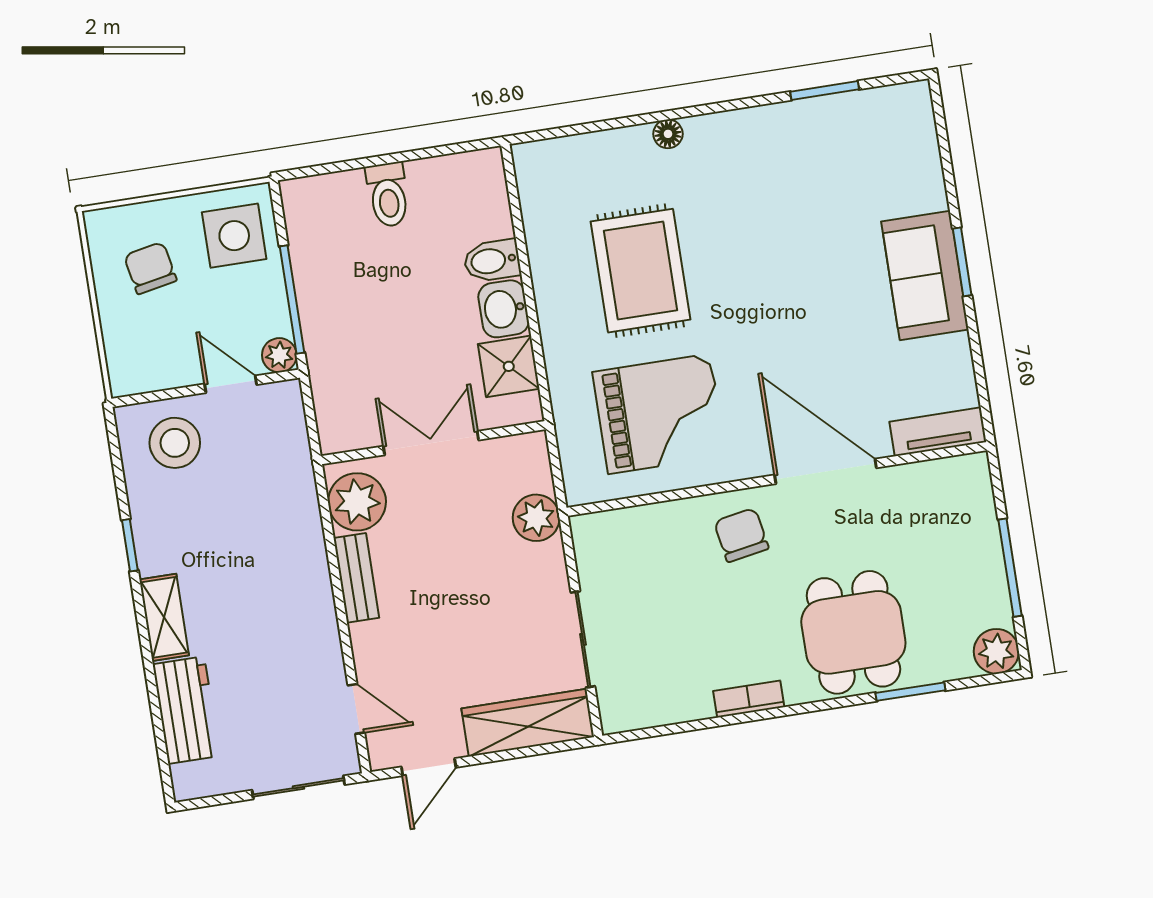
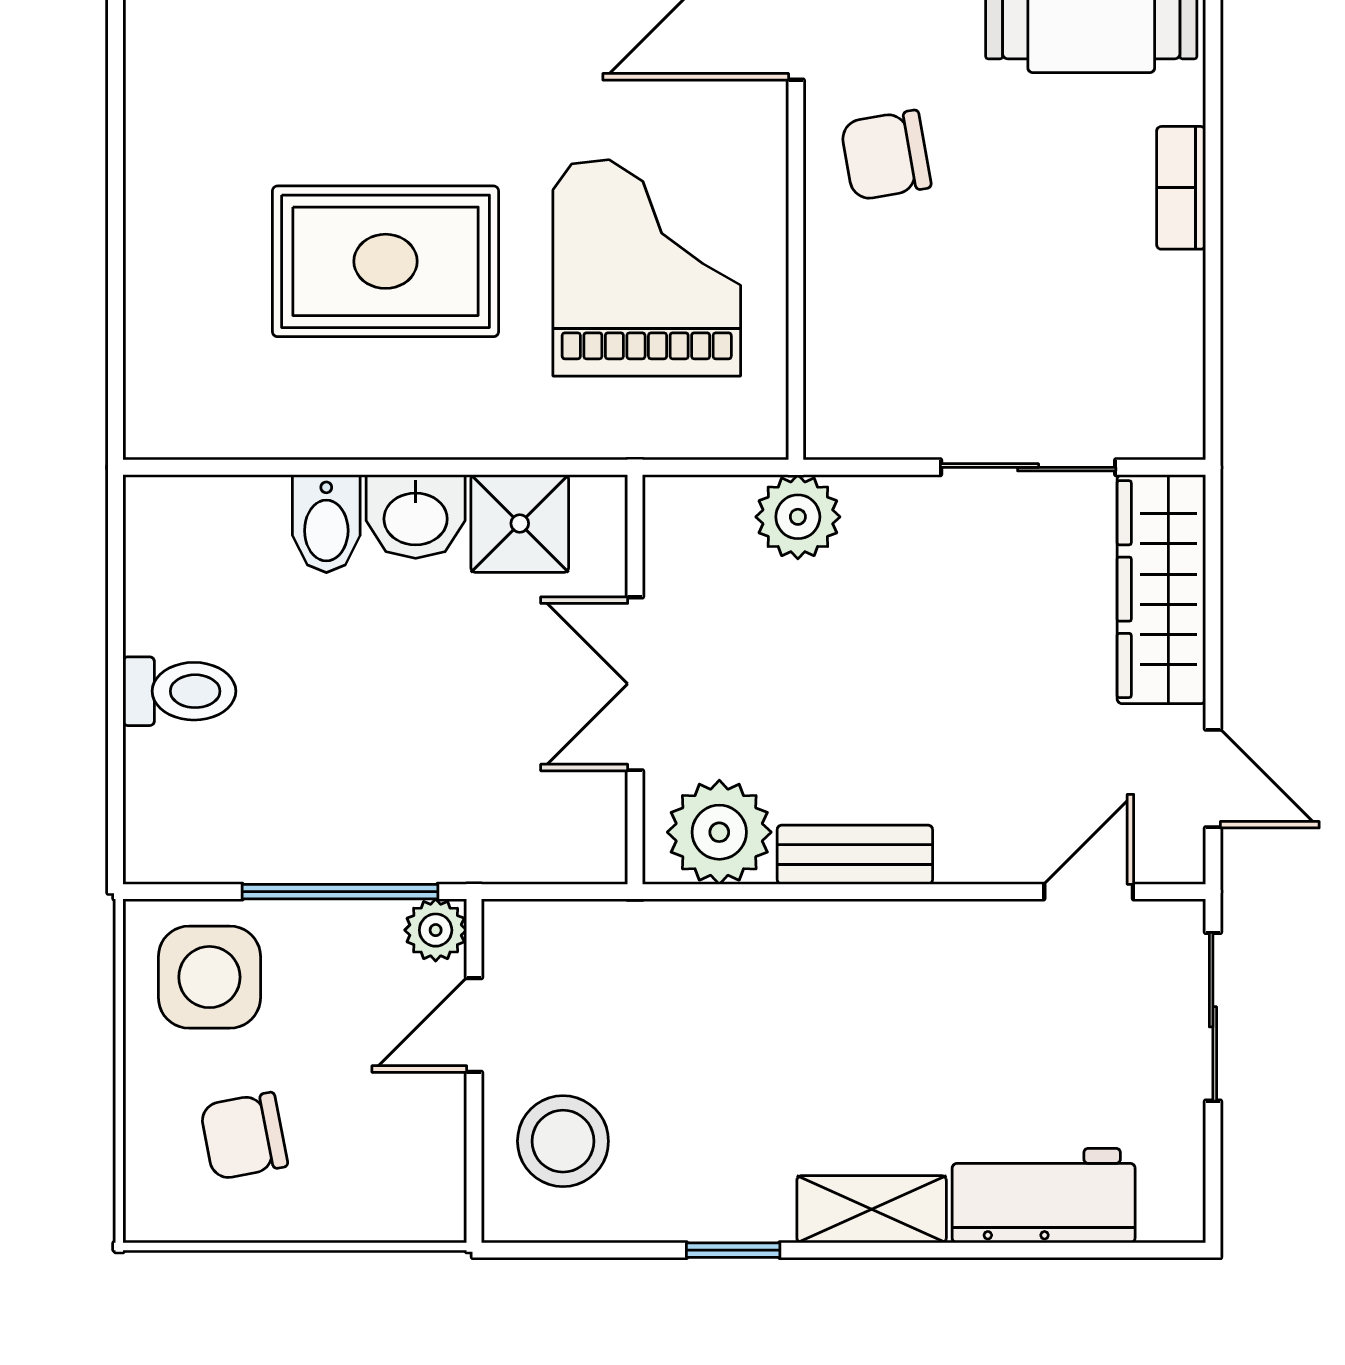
floor lamp: (668, 134) -> (149, 174), removed

